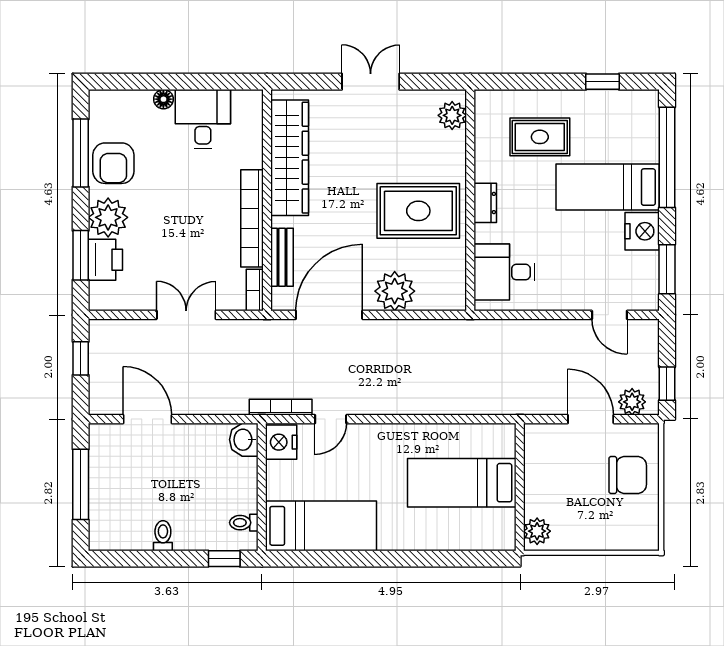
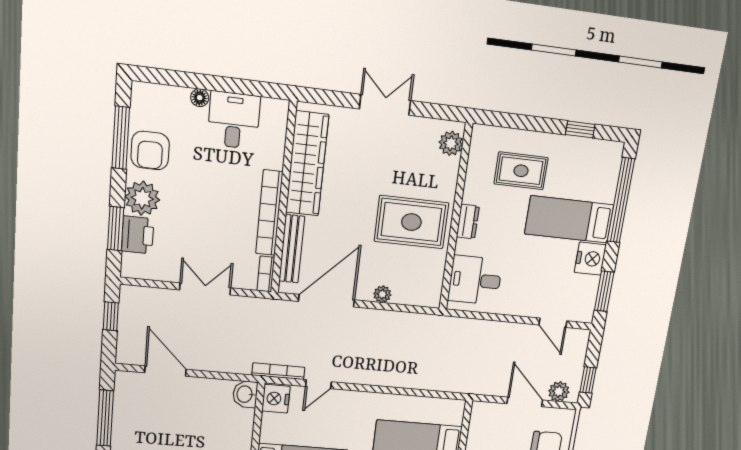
bench: (282, 257) -> (292, 249), width x1.36
plant: (395, 291) -> (382, 294), width x0.53, depth x0.53

